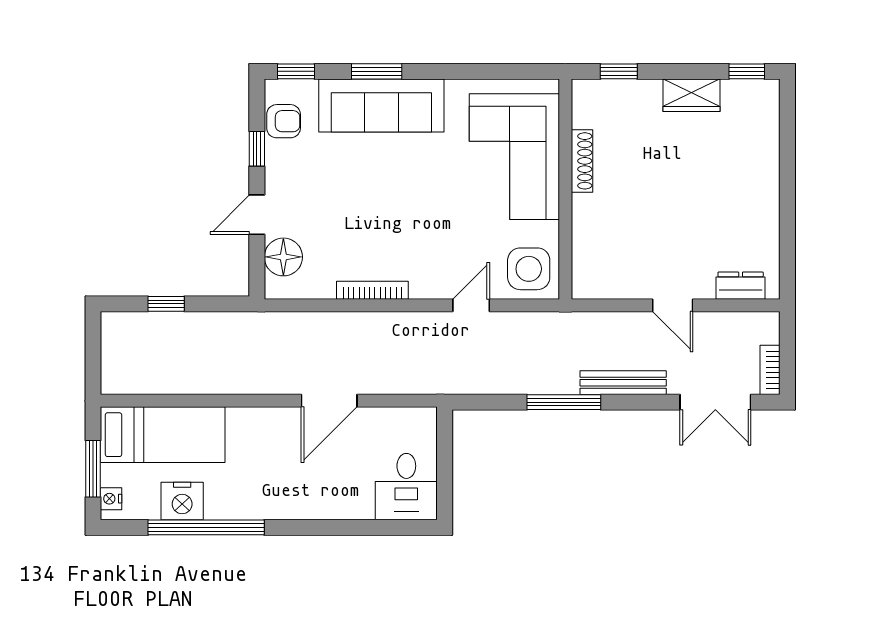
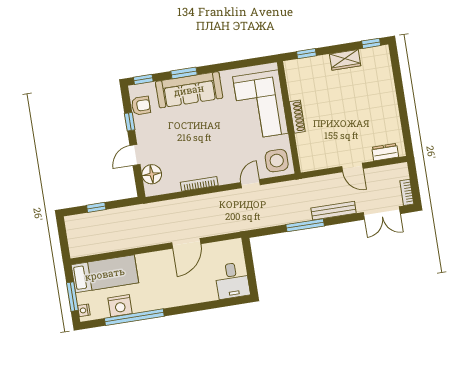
shoe rack: (582, 161) -> (297, 117), moved

